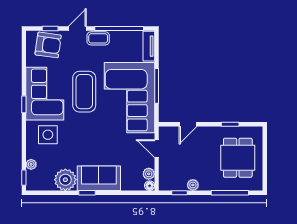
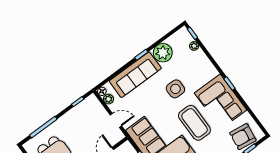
side table: (48, 135) -> (175, 89), moved
sofa: (99, 178) -> (135, 75), width x1.36
plant: (193, 185) -> (73, 114), removed

